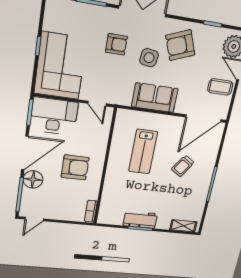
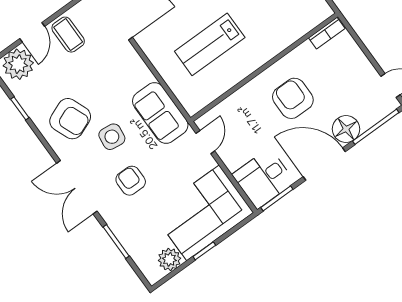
plant: (52, 22) -> (169, 259), added
sofa: (155, 98) -> (160, 113), moved
desk: (54, 116) -> (263, 178), width x0.73
lab bench: (143, 152) -> (210, 44), turned 180

